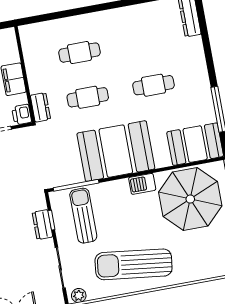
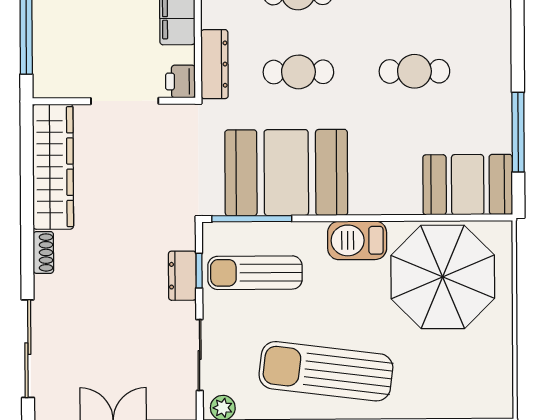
dresser: (40, 107) -> (214, 64), width x1.44
booth: (116, 151) -> (286, 173), moved
barbecue: (142, 184) -> (357, 240), width x1.38, depth x1.27
sun lounger: (83, 216) -> (255, 273), turned -90

